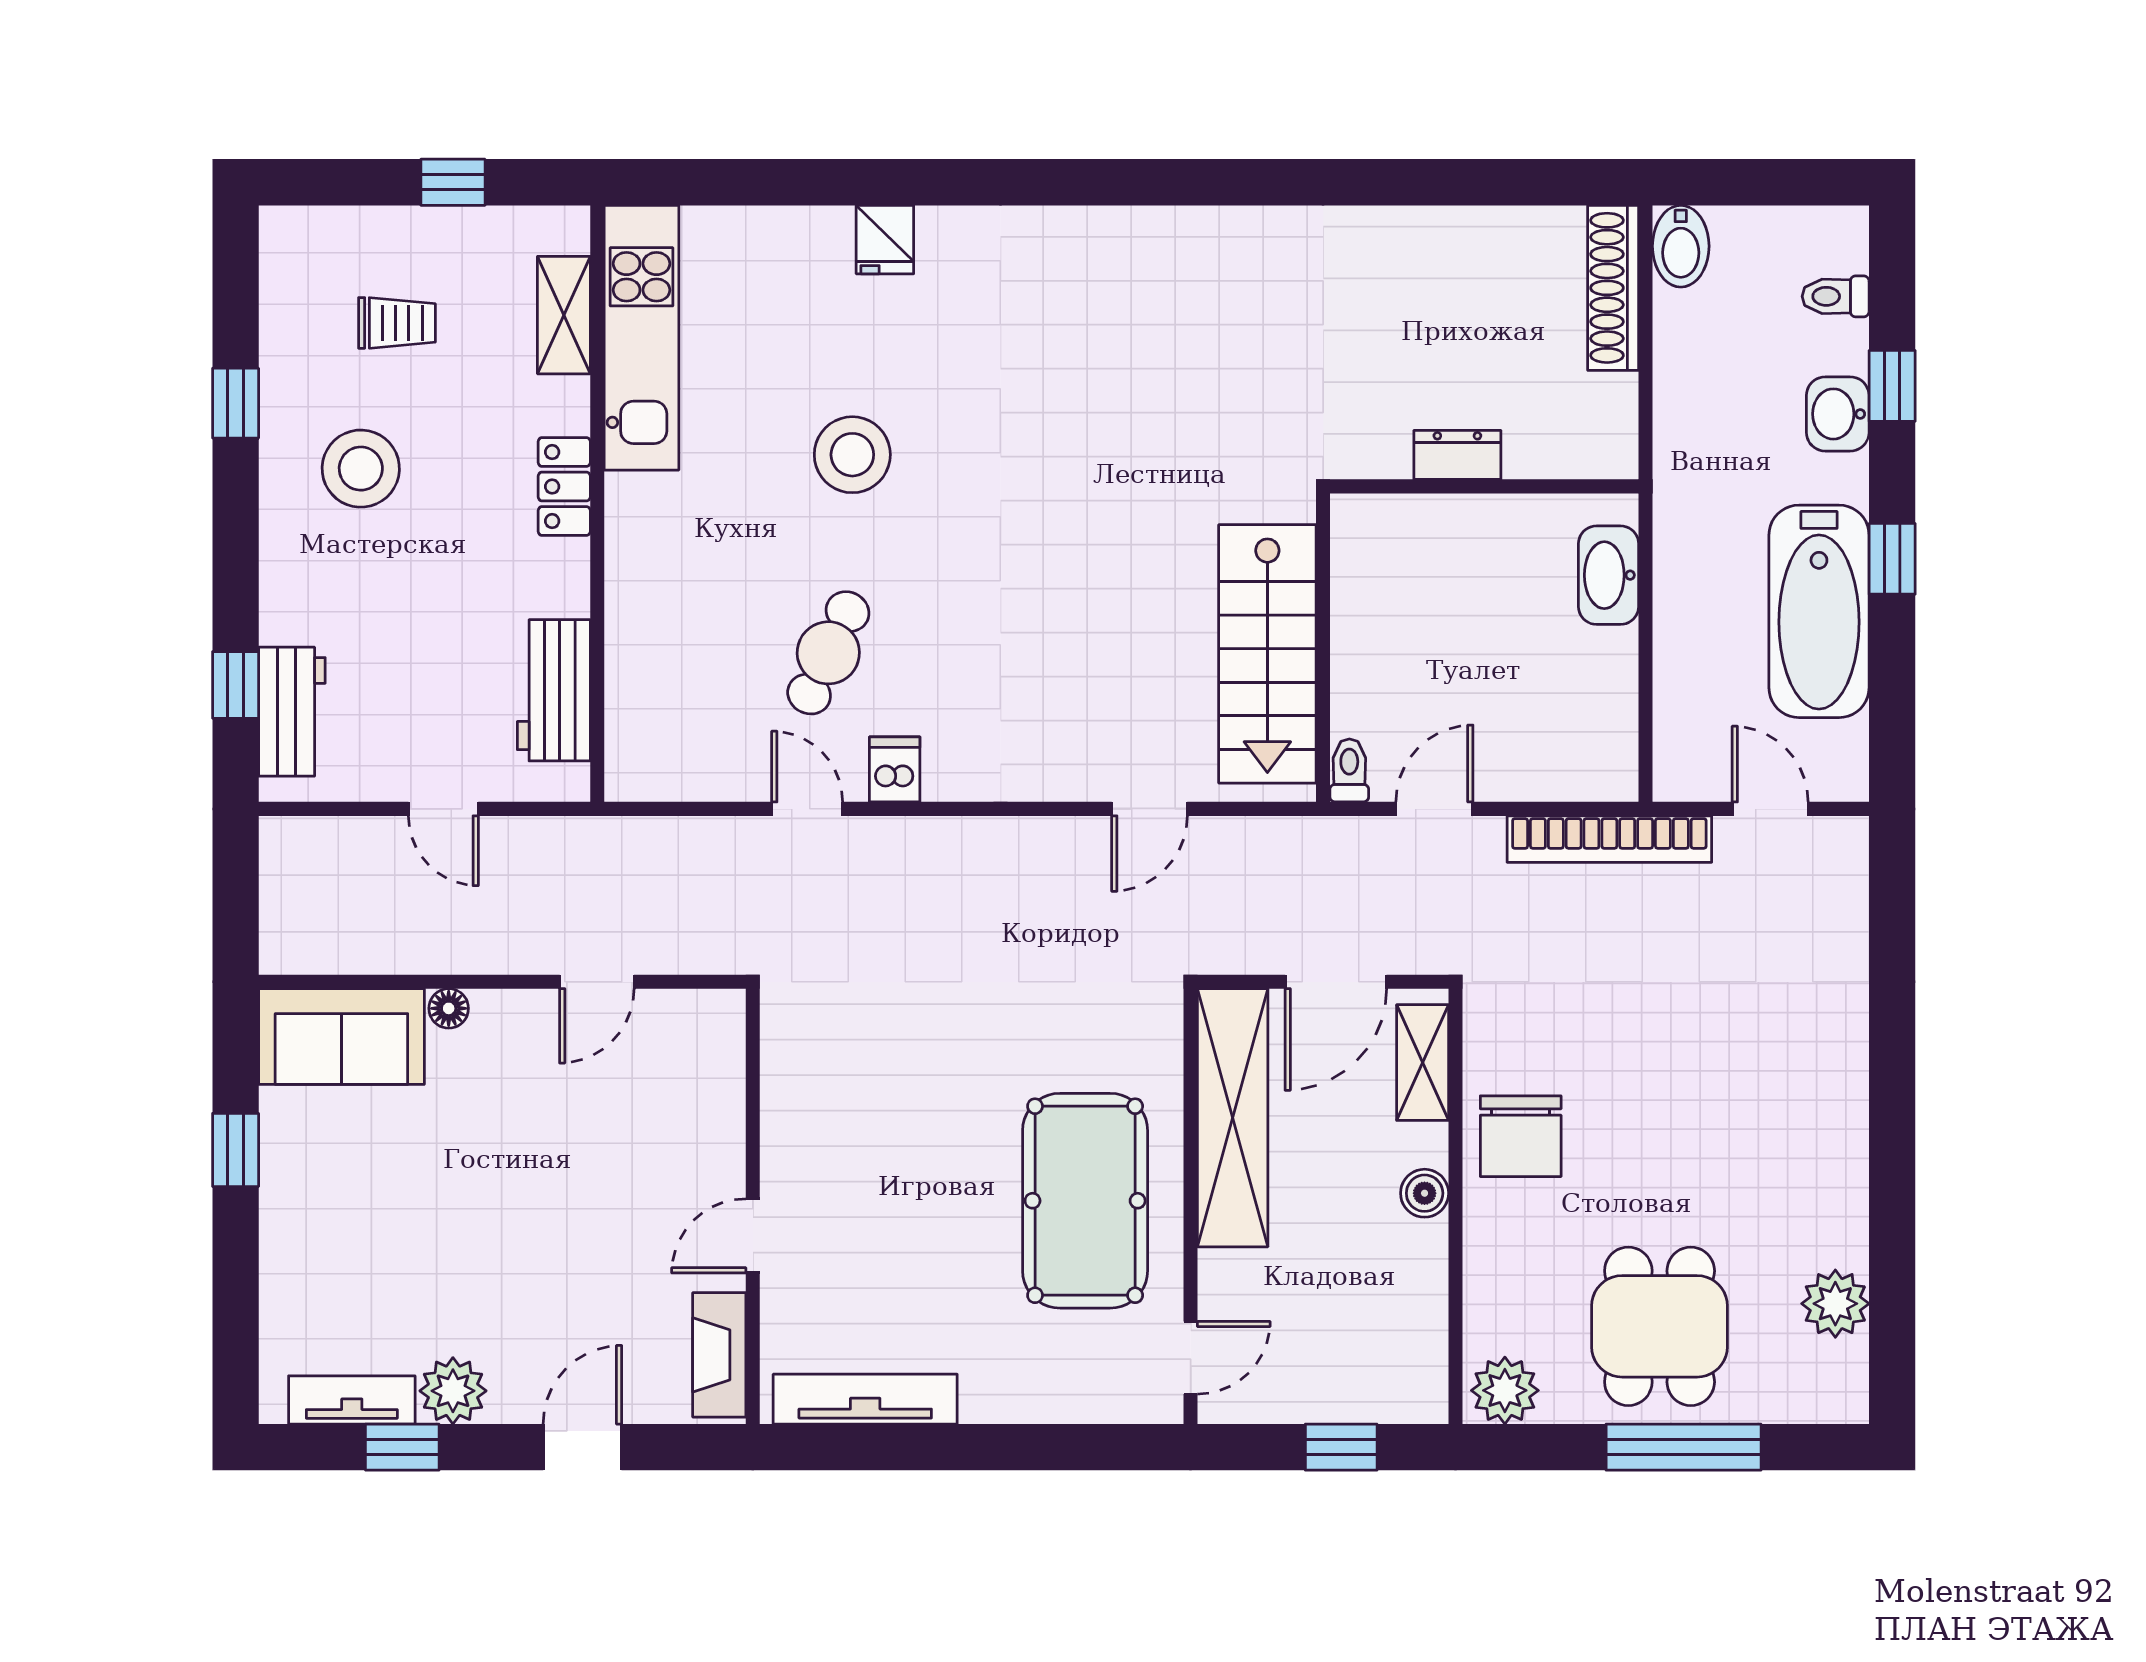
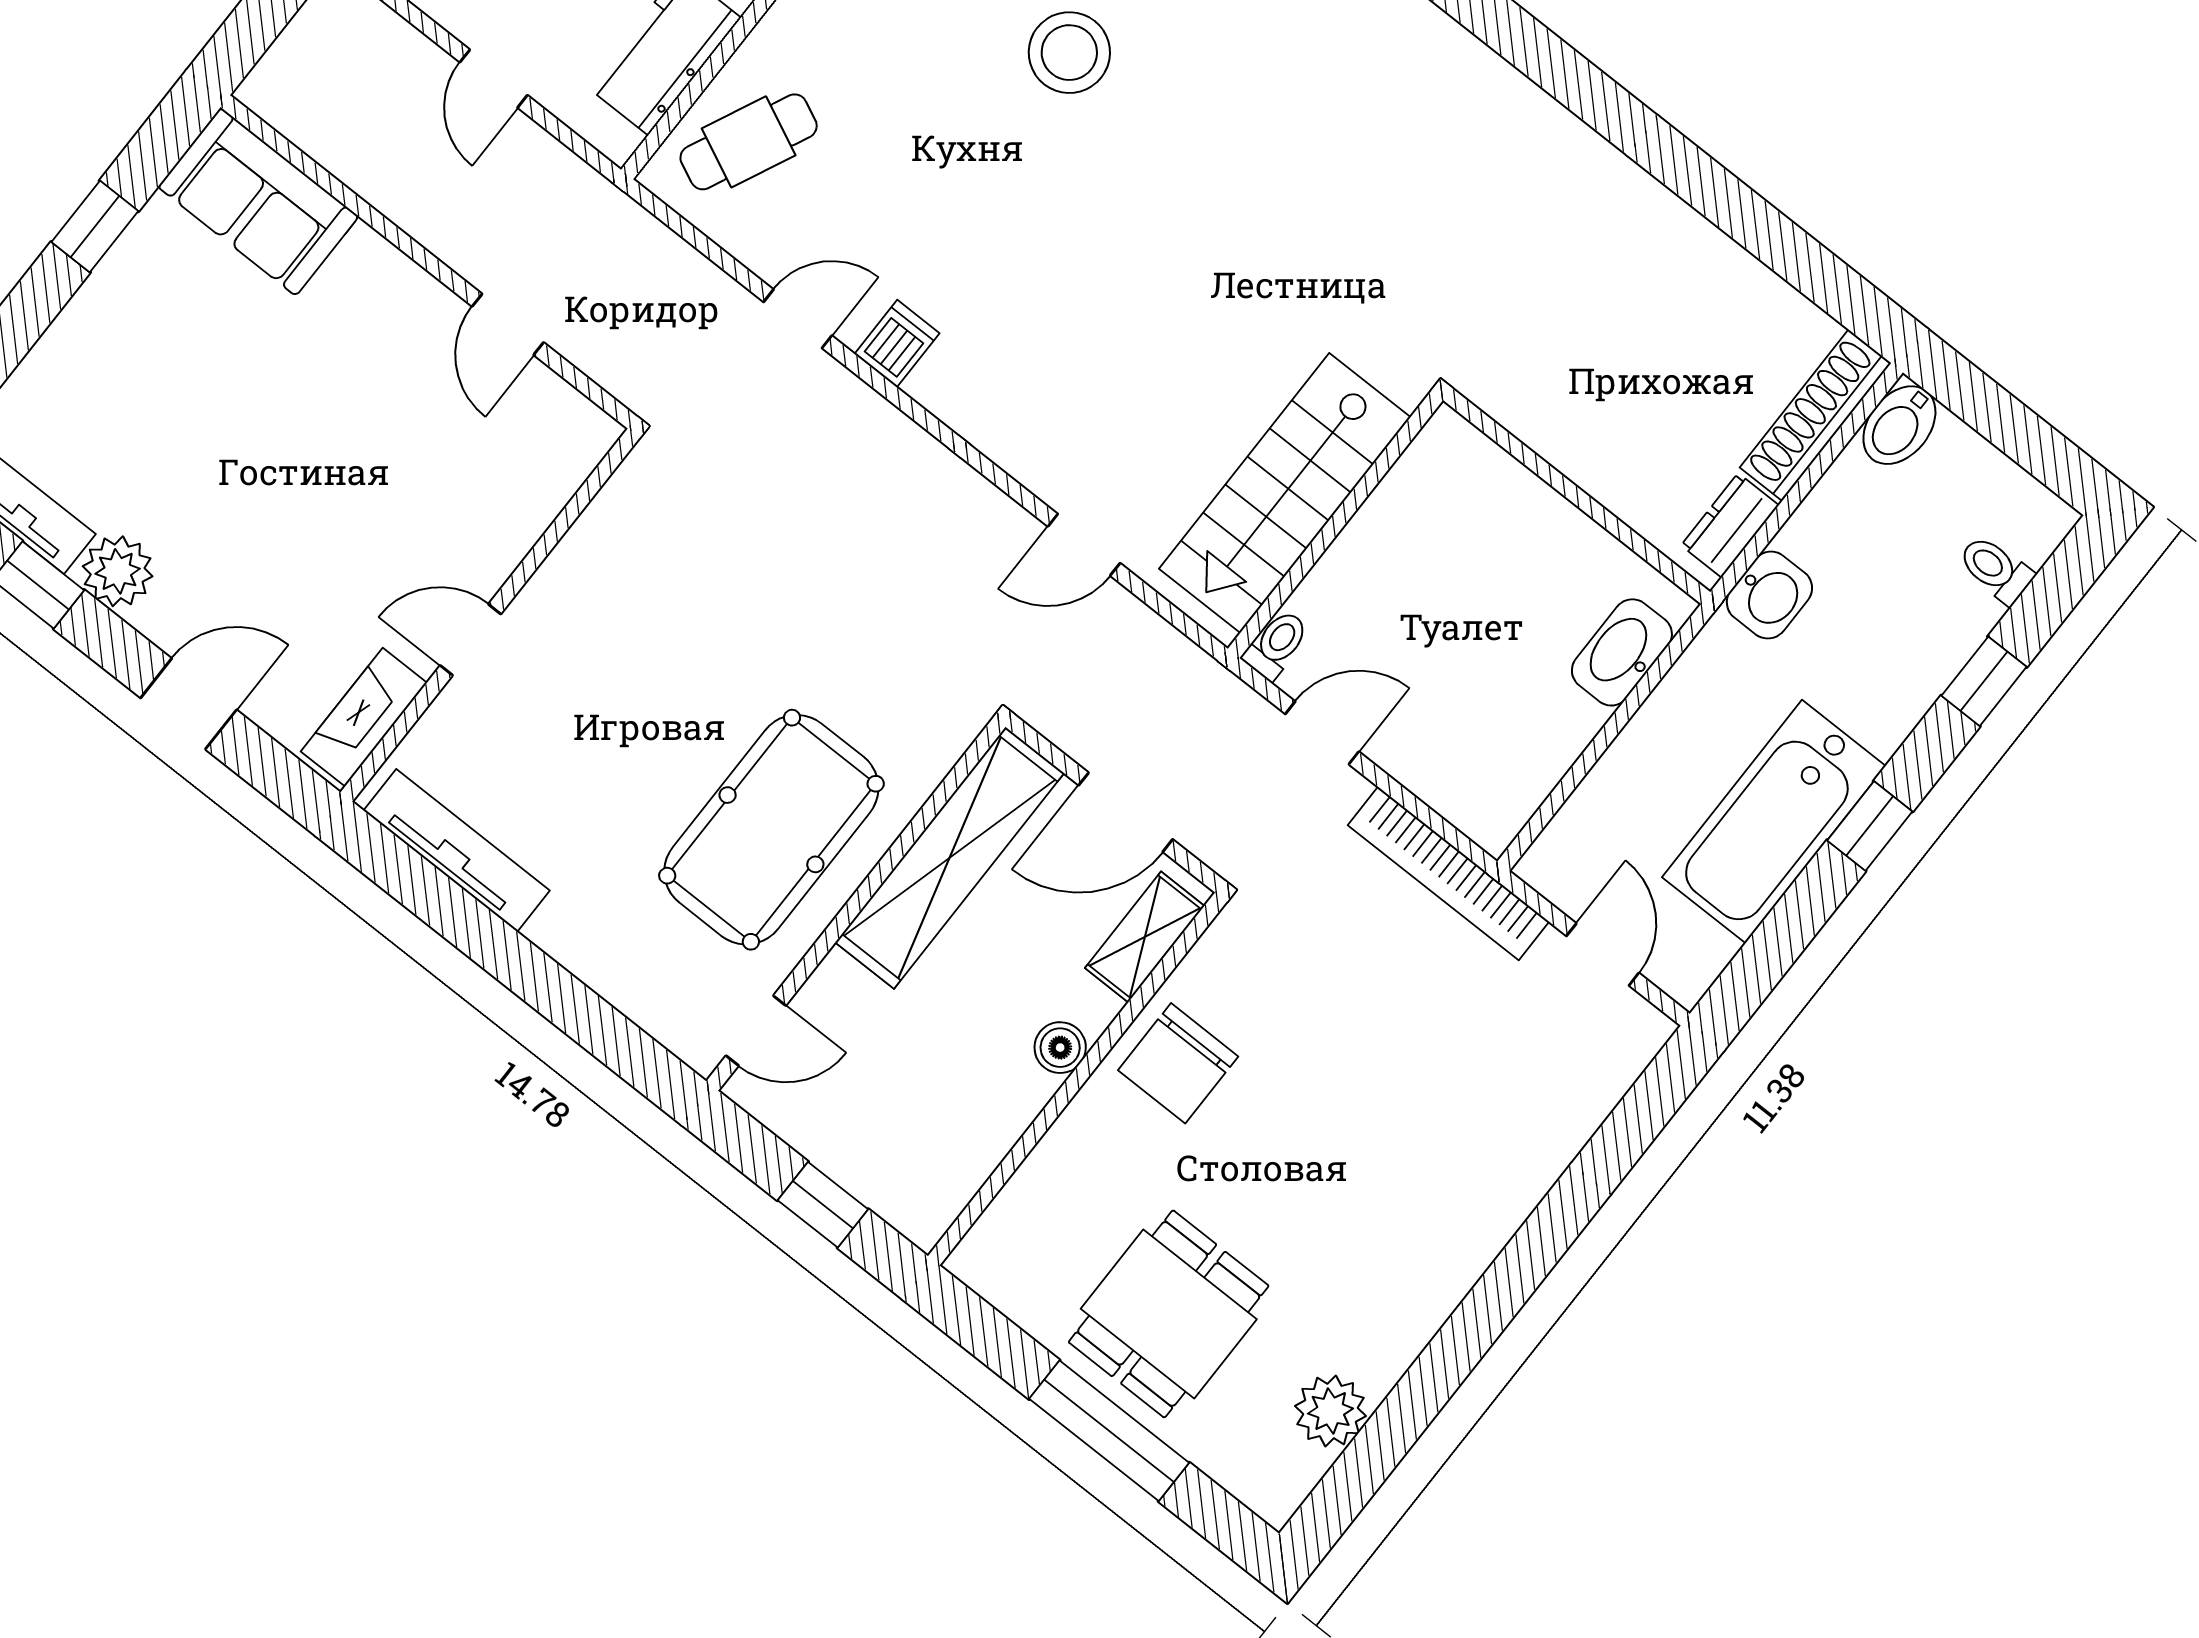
washbasin: (1838, 414) -> (1769, 595), moved, turned 180
dresser: (1457, 455) -> (1730, 525), moved, turned -90
cafe table: (828, 653) -> (749, 142), moved
door: (807, 809) -> (798, 319), hinge flipped
door: (597, 982) -> (508, 324), hinge flipped
floor lamp: (449, 1008) -> (366, 249), removed
plant: (1505, 1390) -> (997, 1265), removed

